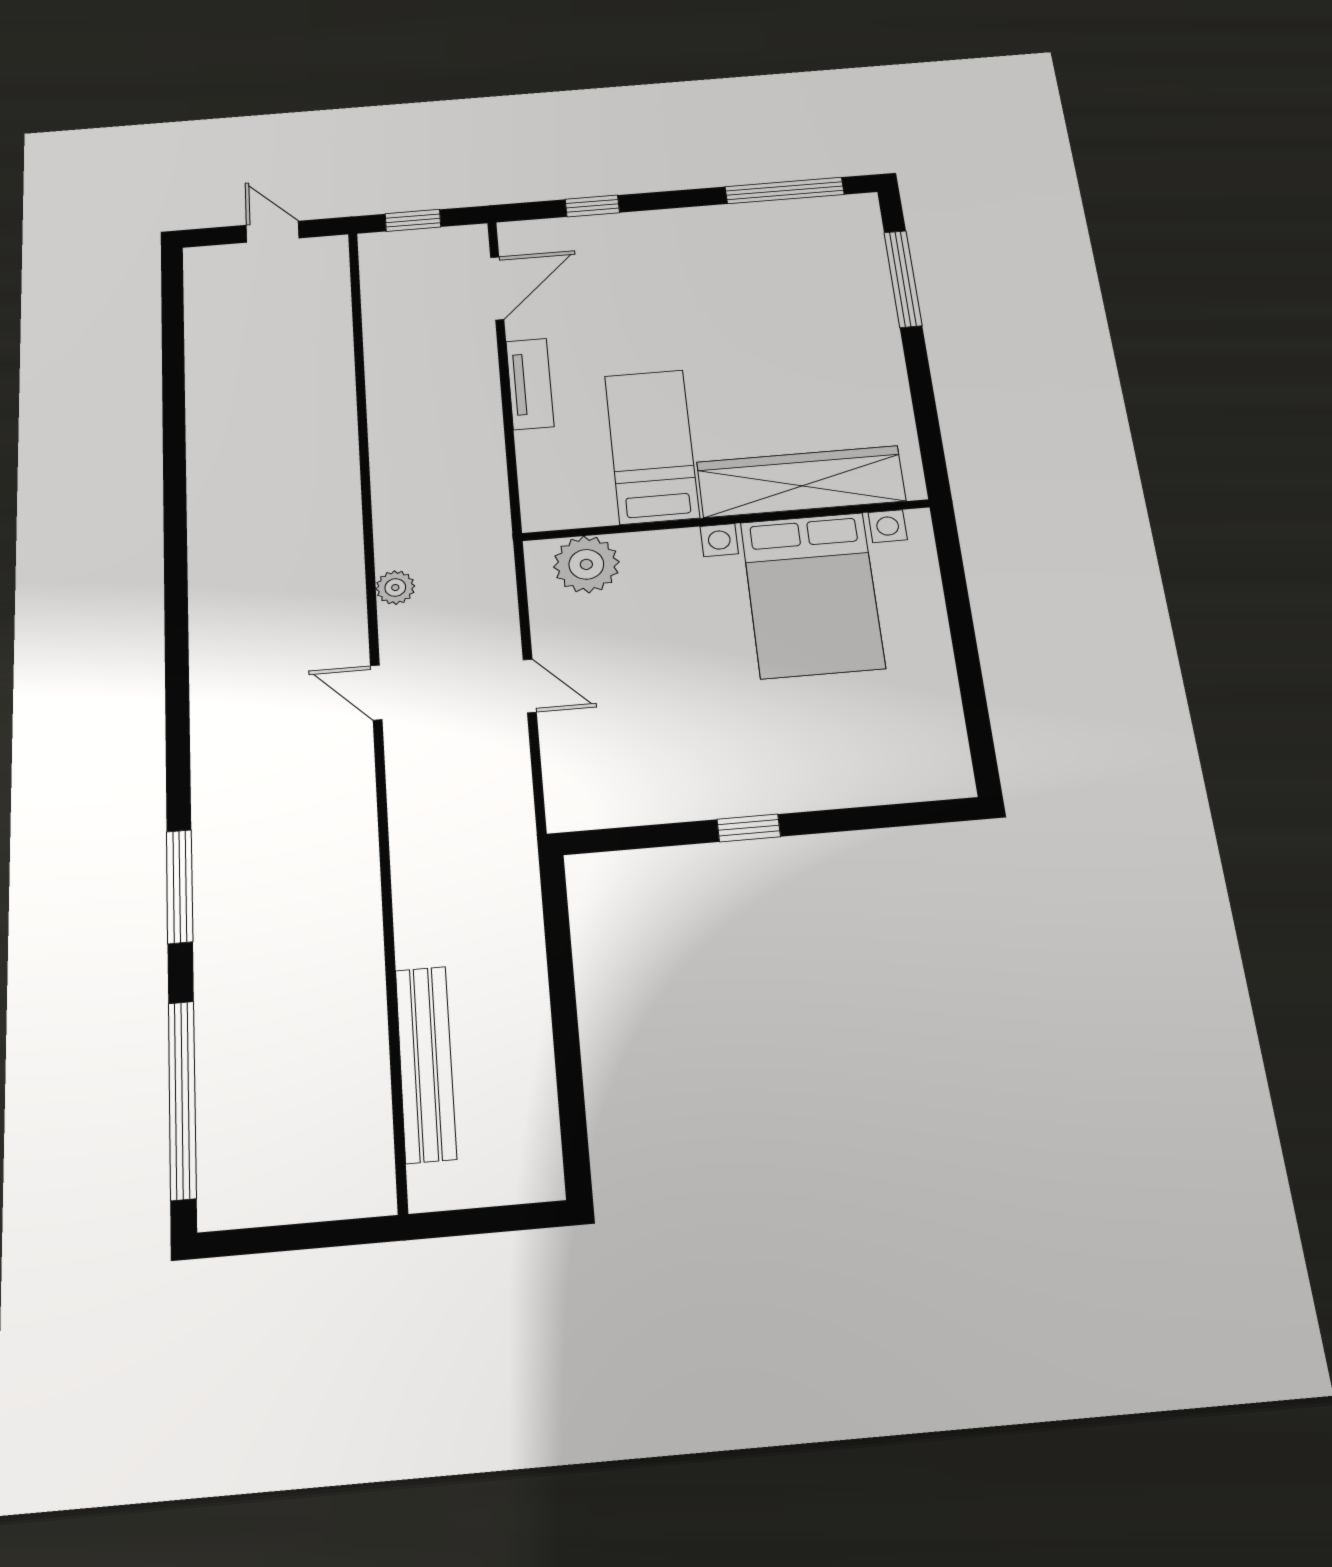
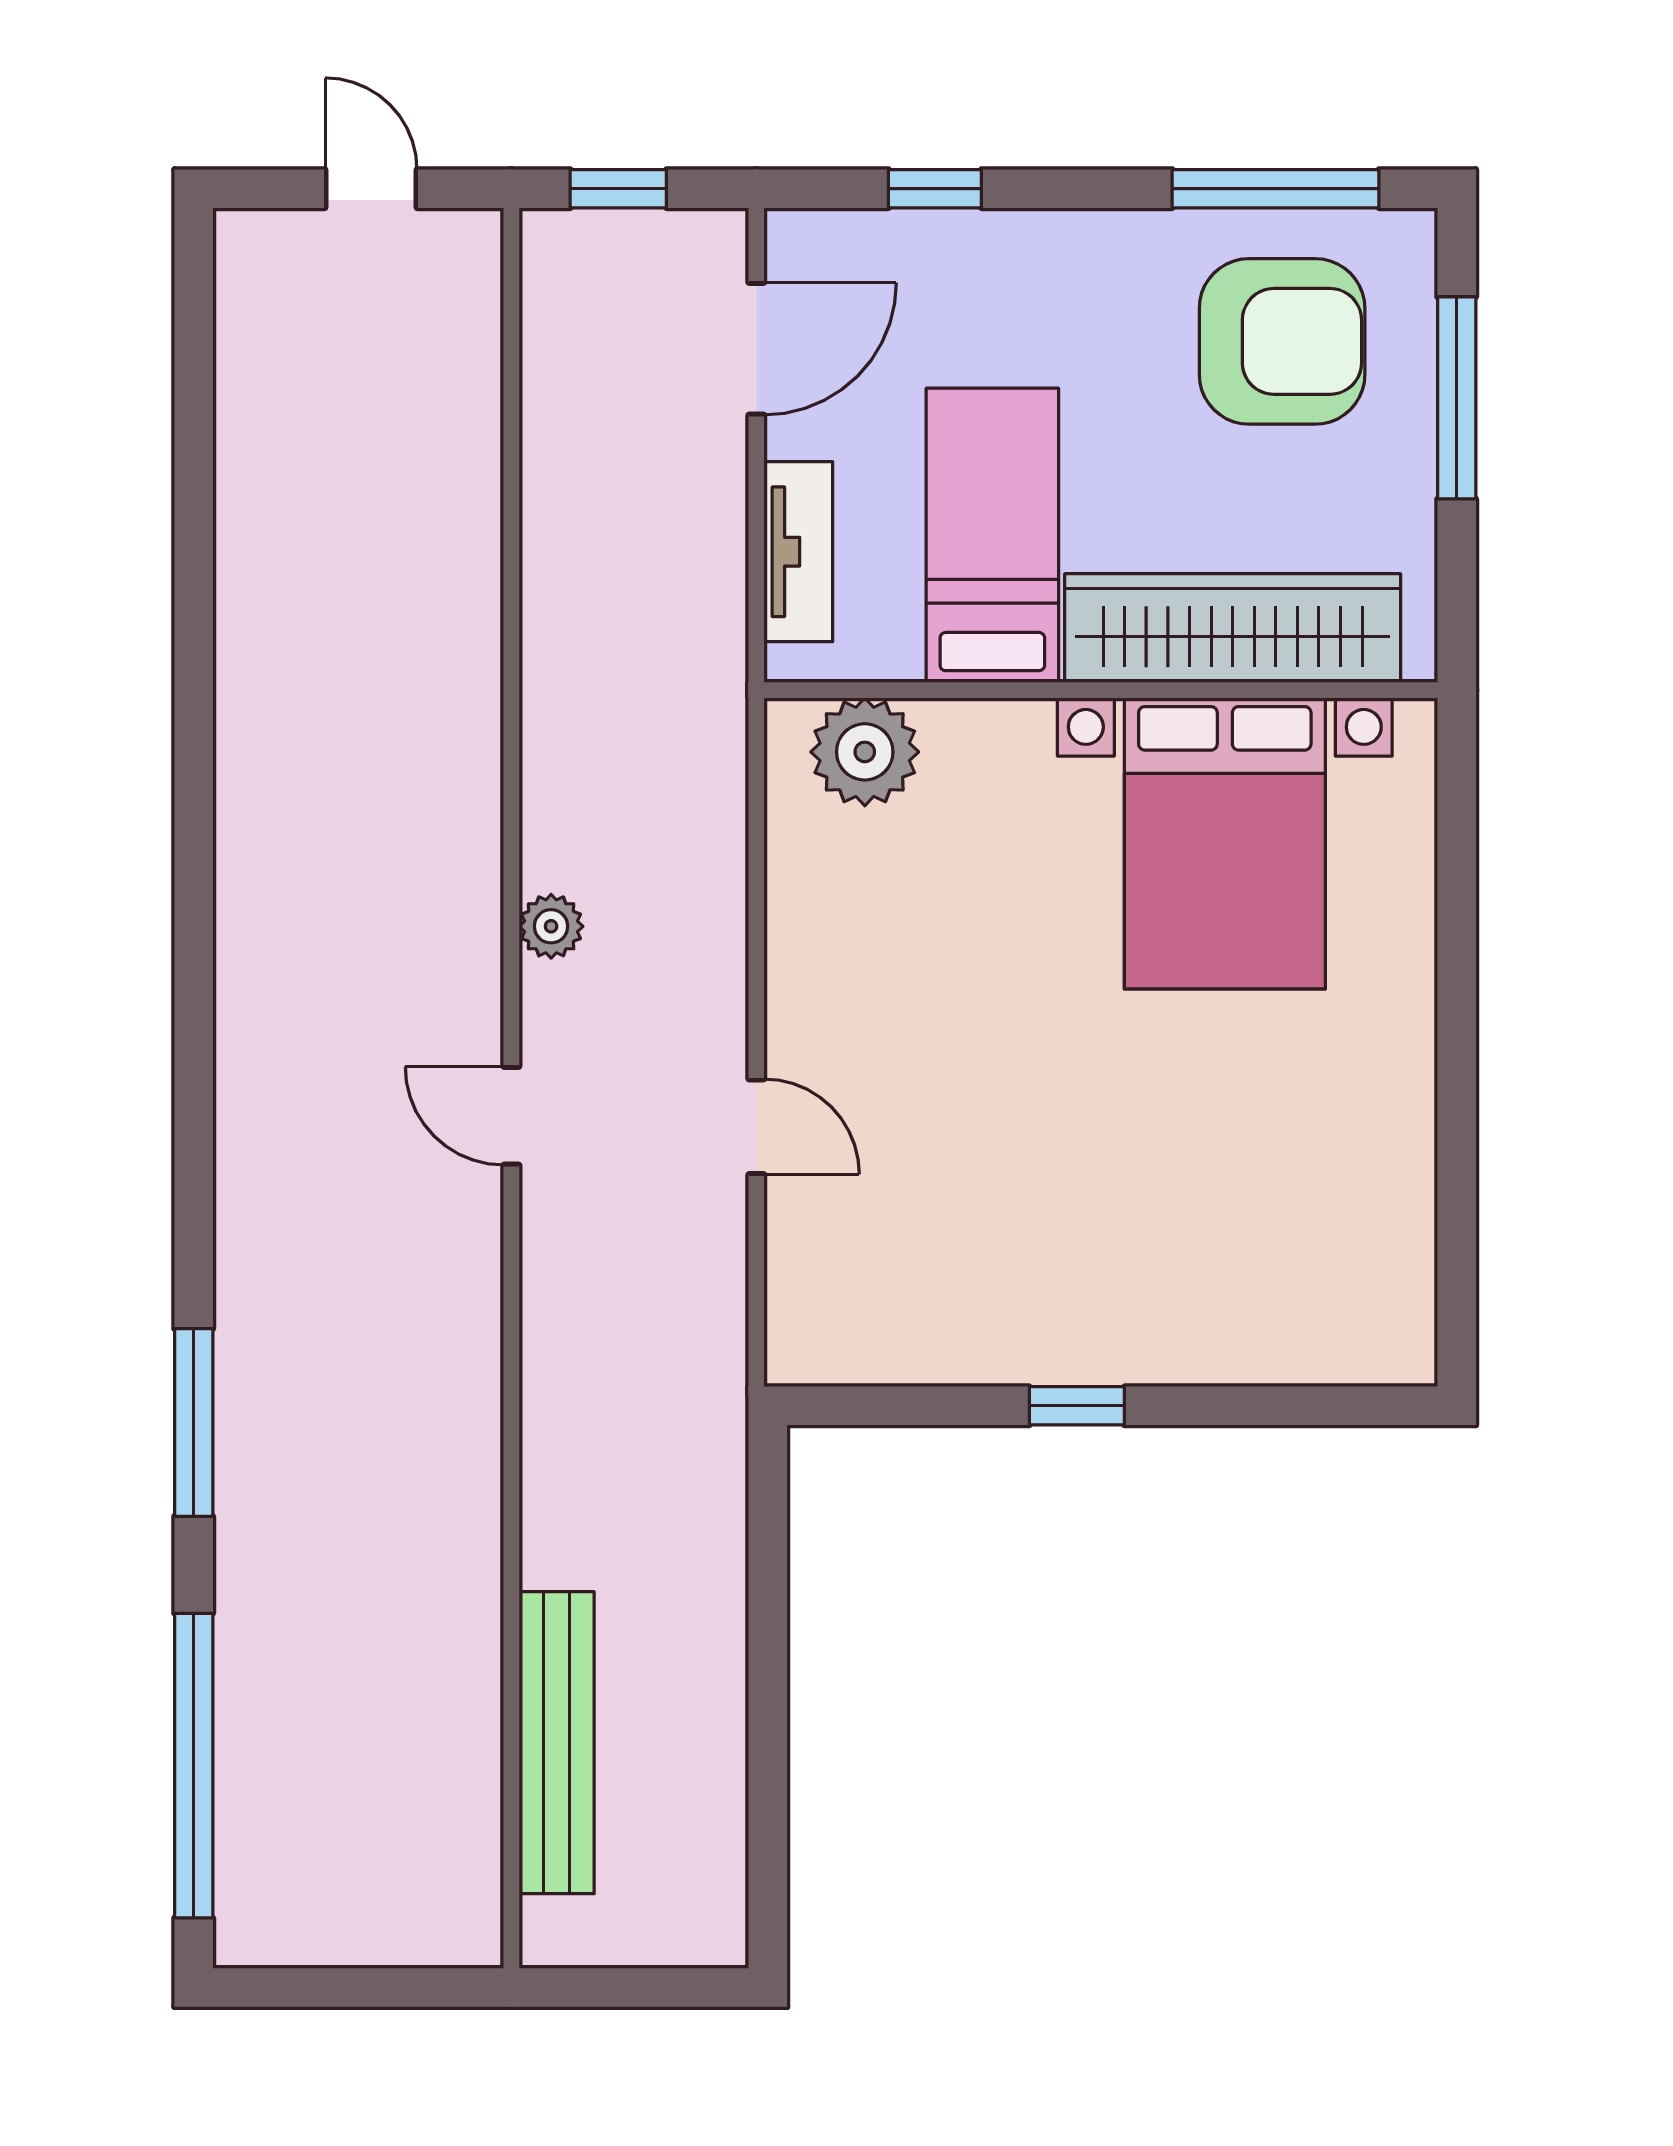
armchair: (799, 260) -> (1282, 341), added
bed: (652, 446) -> (992, 535), moved
wardrobe: (801, 482) -> (1233, 628), moved
wall: (726, 520) -> (1101, 690), moved
plant: (586, 564) -> (865, 752), moved
bed with nightstands: (812, 595) -> (1225, 843), moved

